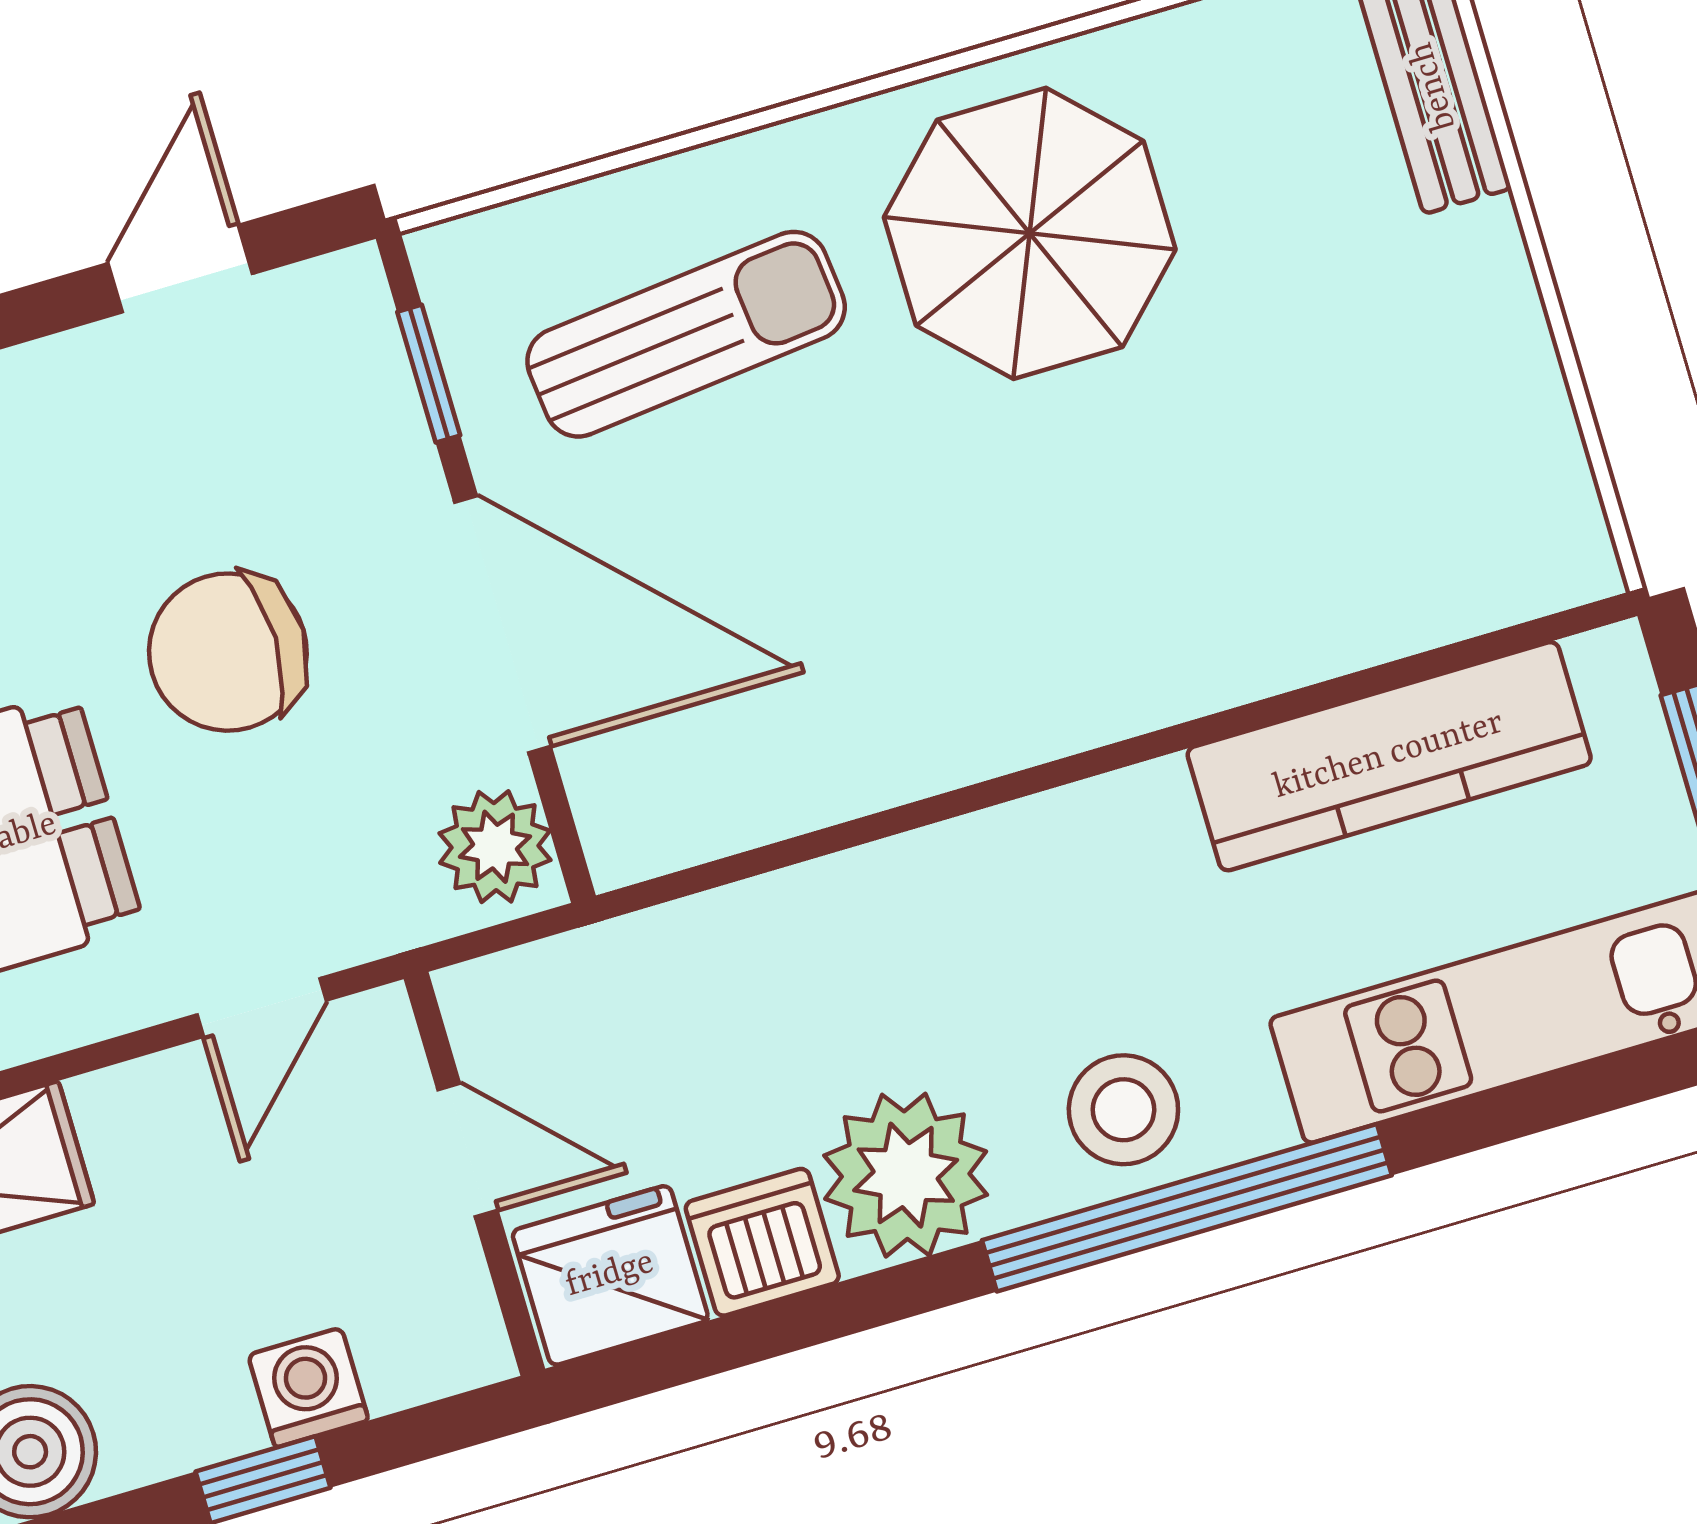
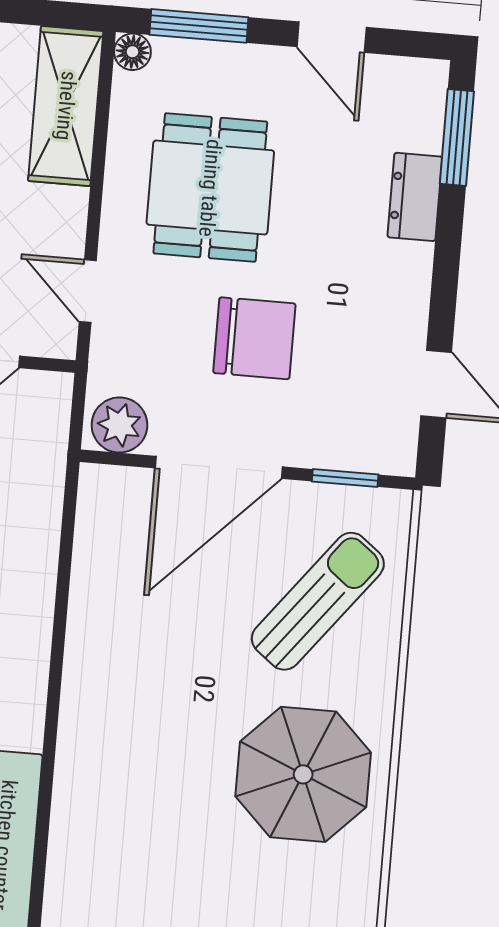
sun lounger: (686, 334) -> (318, 601), turned -136
chair: (228, 652) -> (254, 338), turned 90

